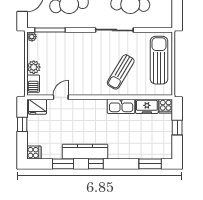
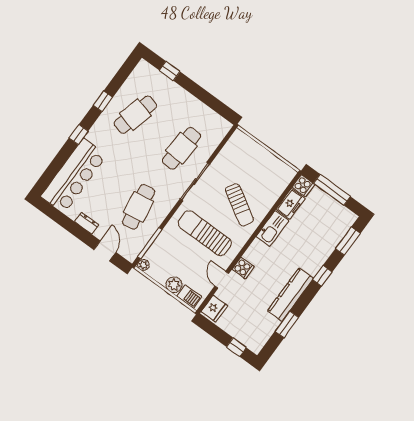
sun lounger: (159, 60) -> (205, 233), moved
window: (22, 124) -> (236, 347), moved
window: (177, 128) -> (332, 190), width x2.17
cooker: (34, 153) -> (243, 268), moved, turned 90
window: (96, 164) -> (322, 276), moved

